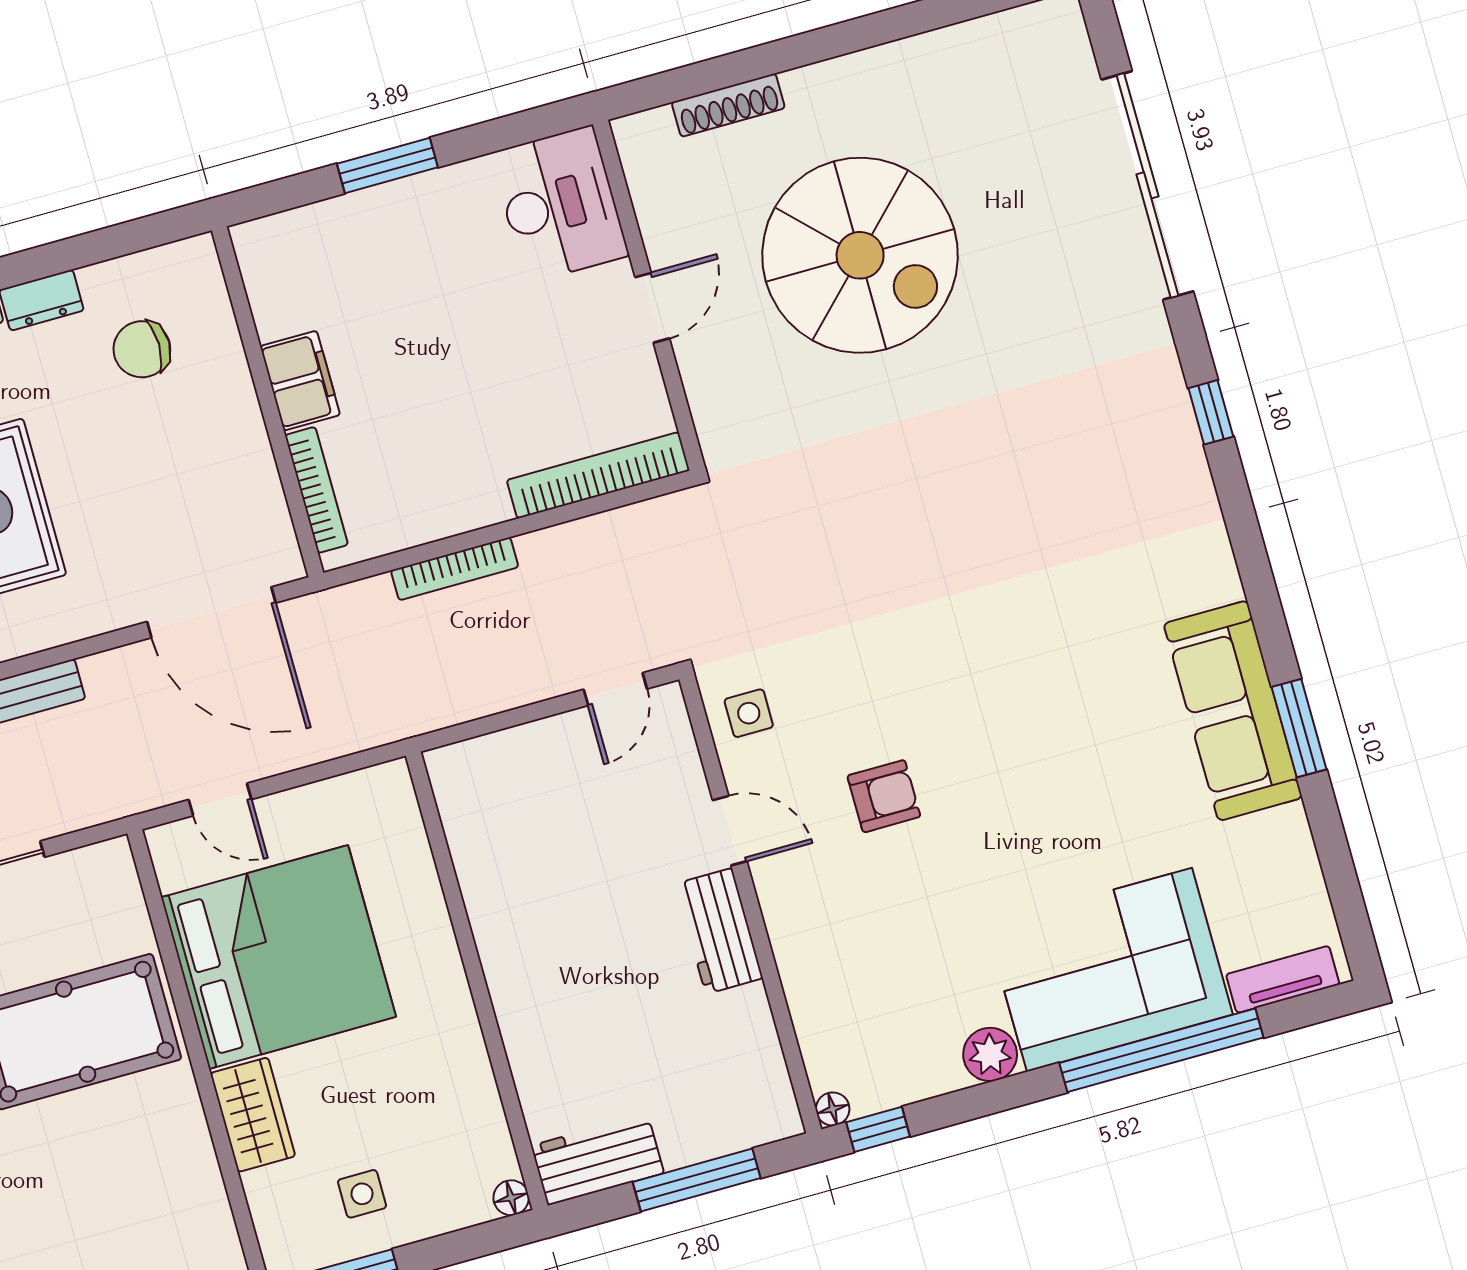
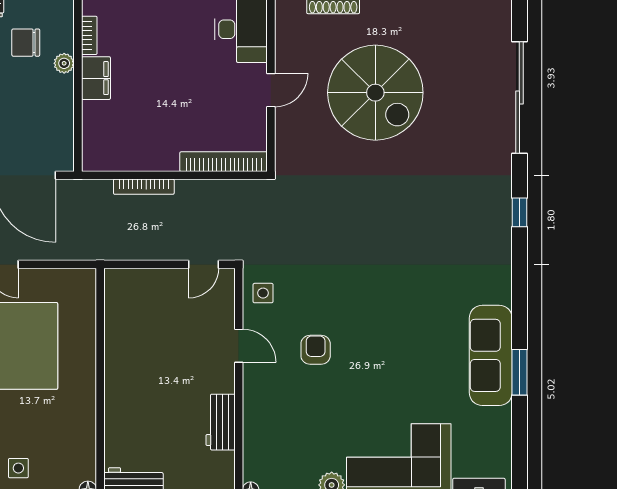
plant: (229, 369) -> (64, 63), added
bookcase: (317, 490) -> (89, 35), moved, width x0.64
armchair: (884, 796) -> (316, 350), turned -90
workbench: (719, 931) -> (221, 422), moved

